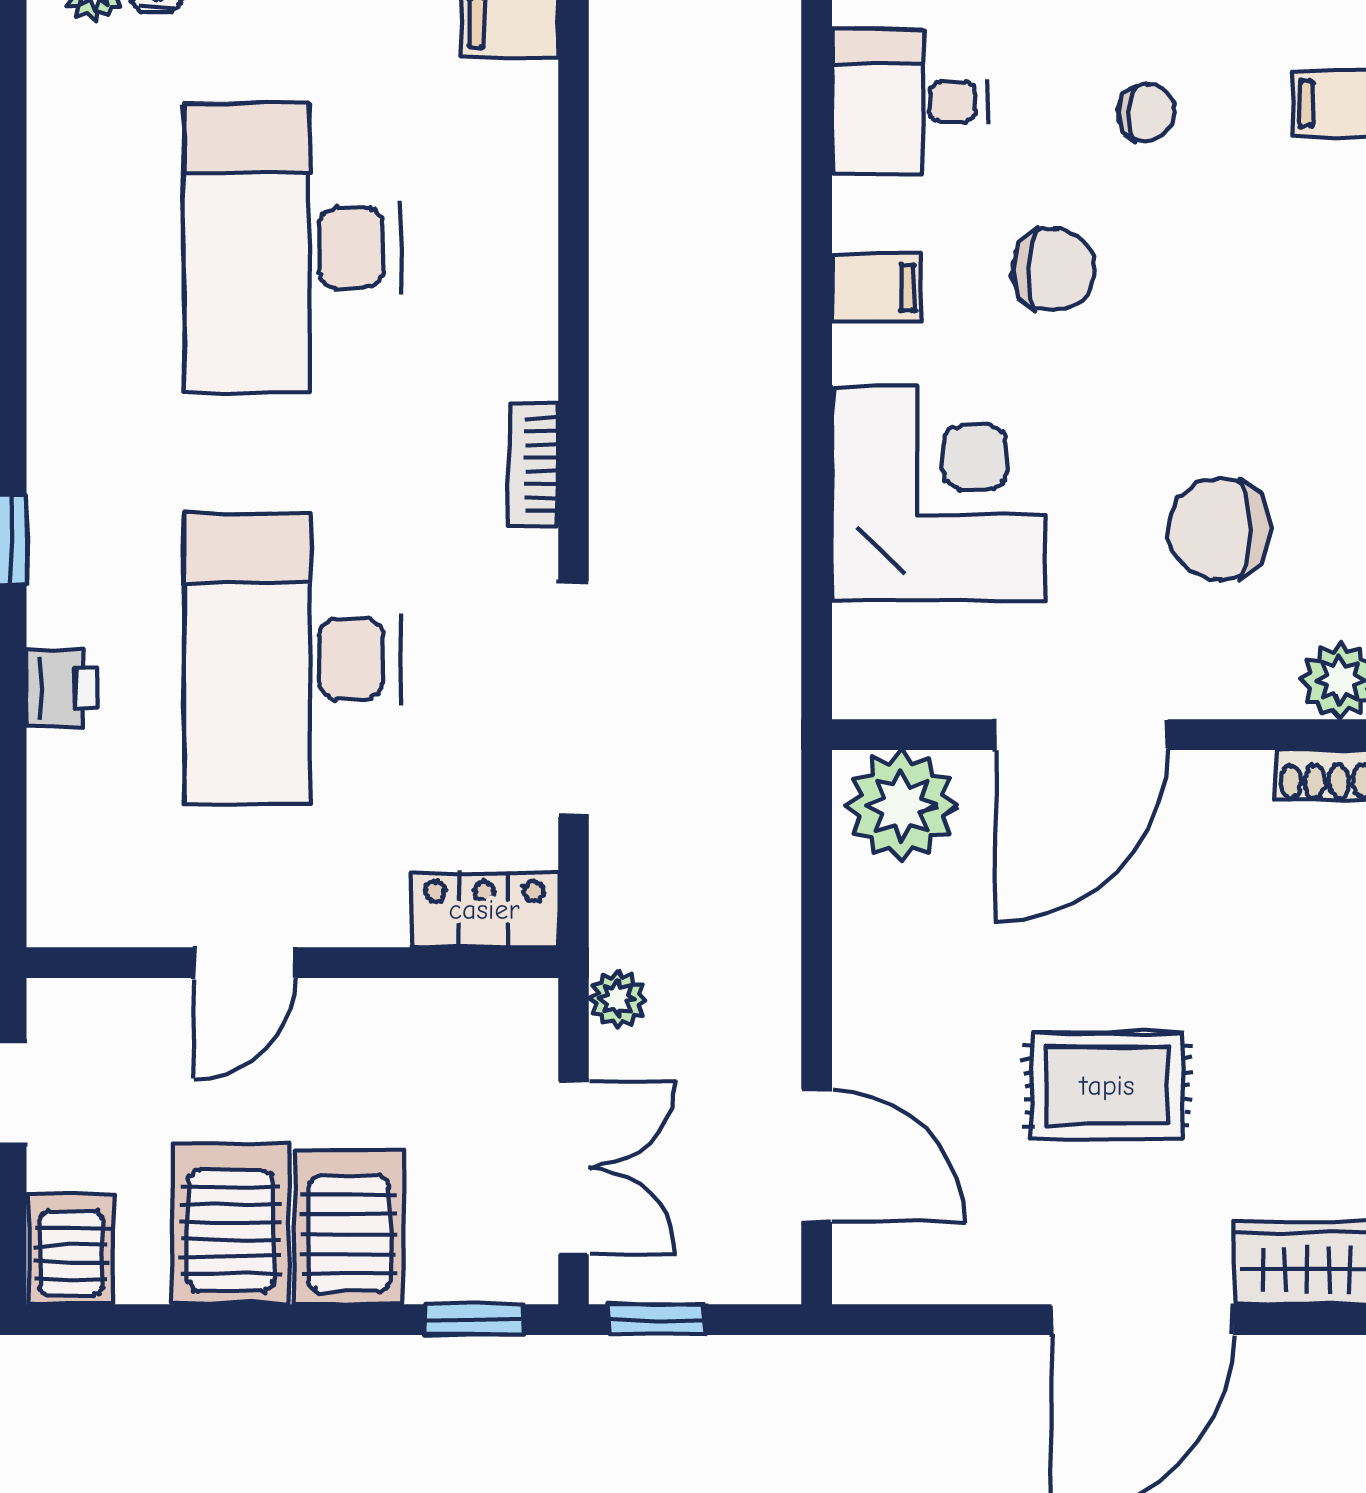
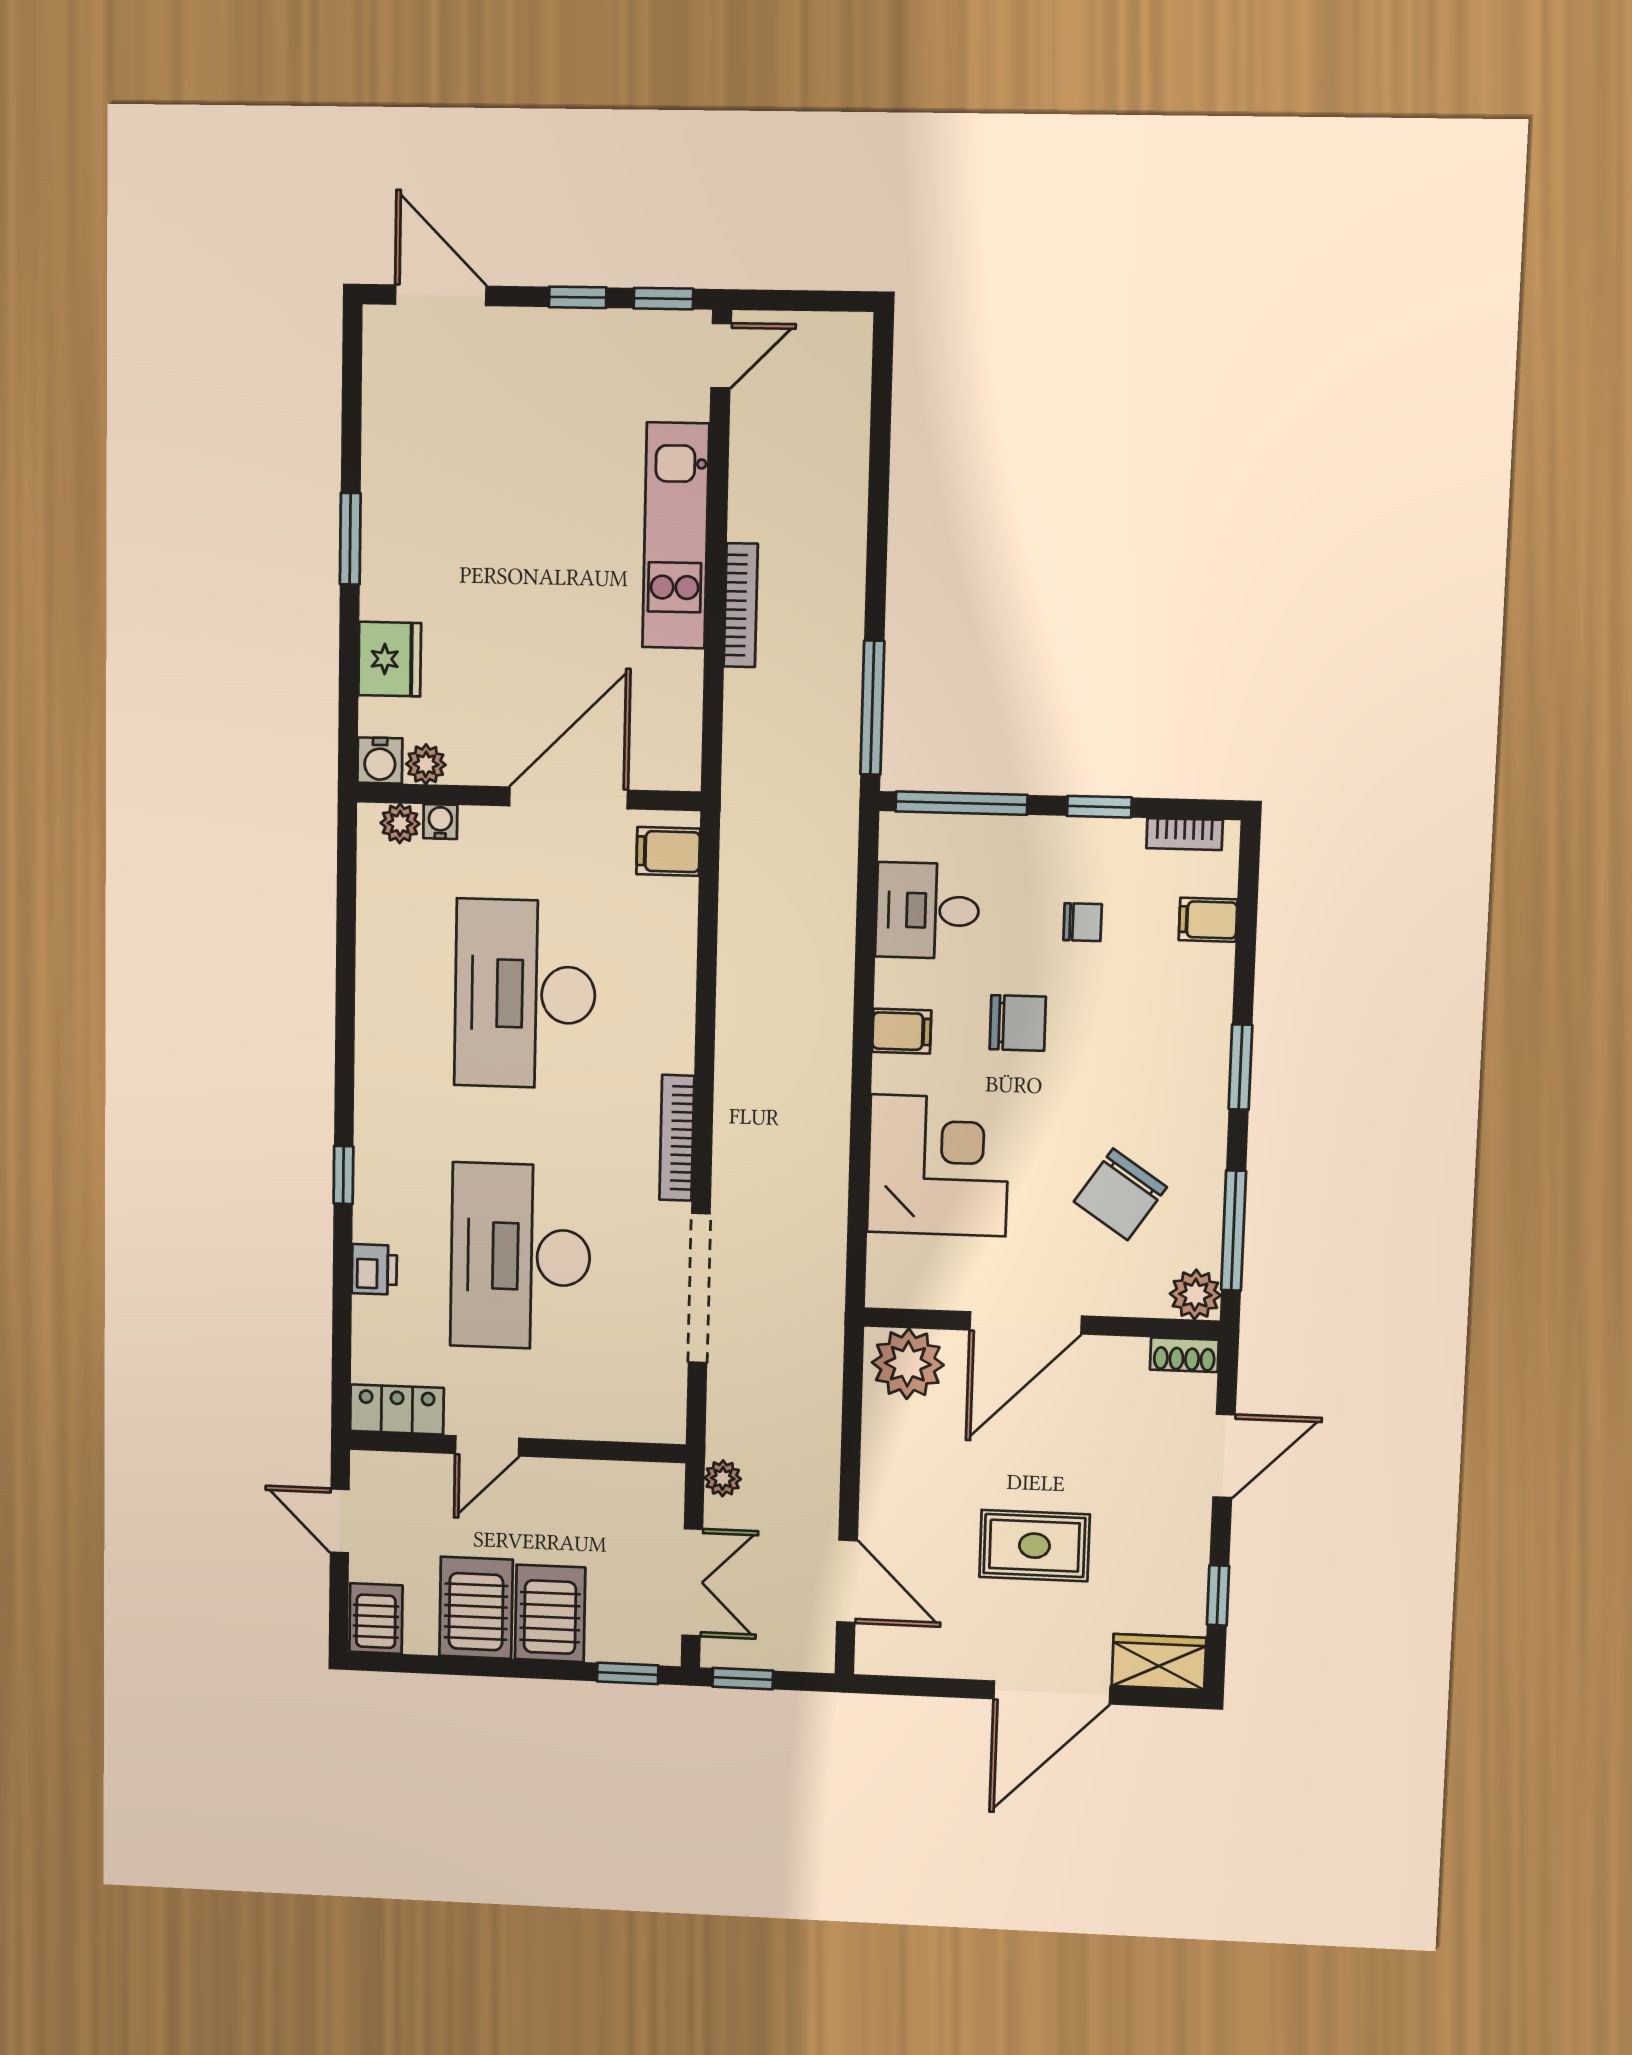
bookcase: (533, 464) -> (677, 1138), width x1.56
chair: (1219, 529) -> (1120, 1194), turned -56
locker: (484, 910) -> (397, 1409), moved

